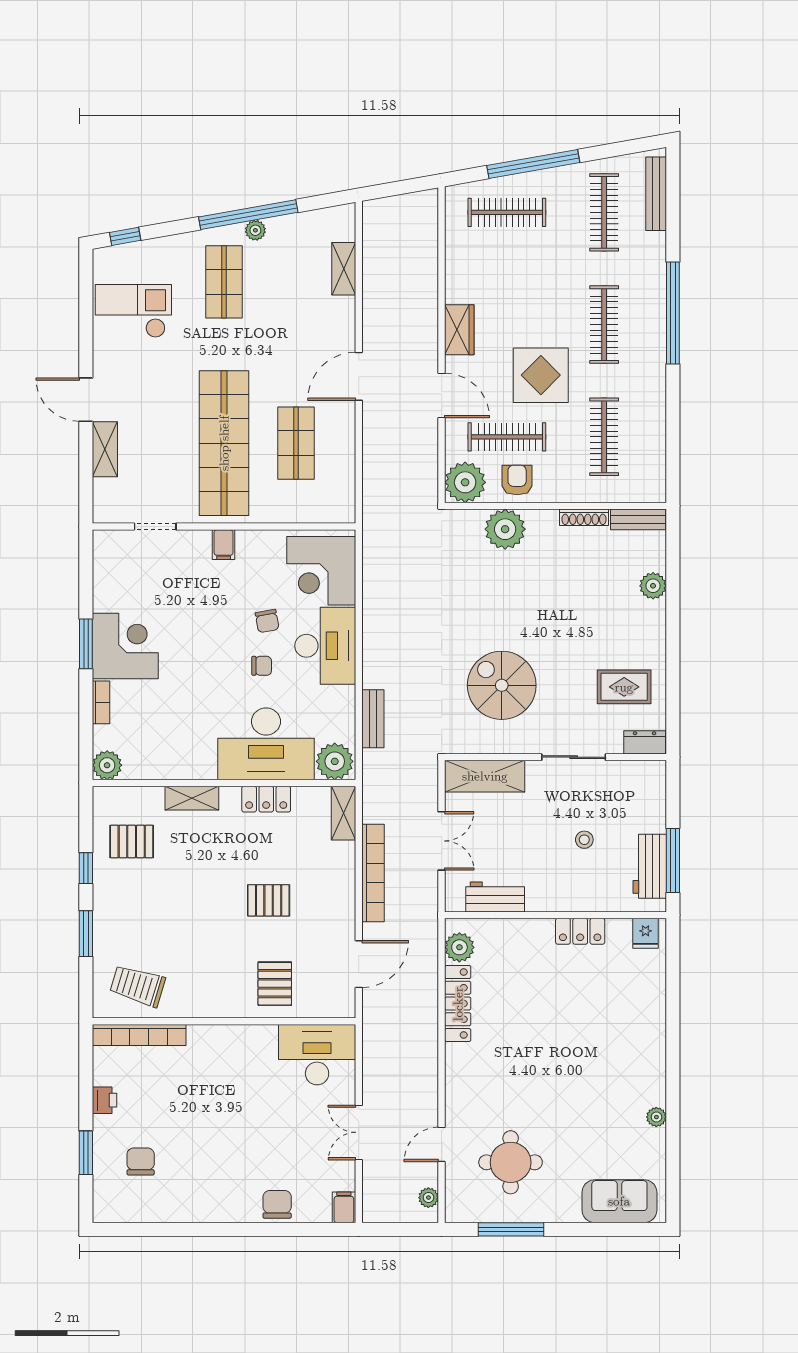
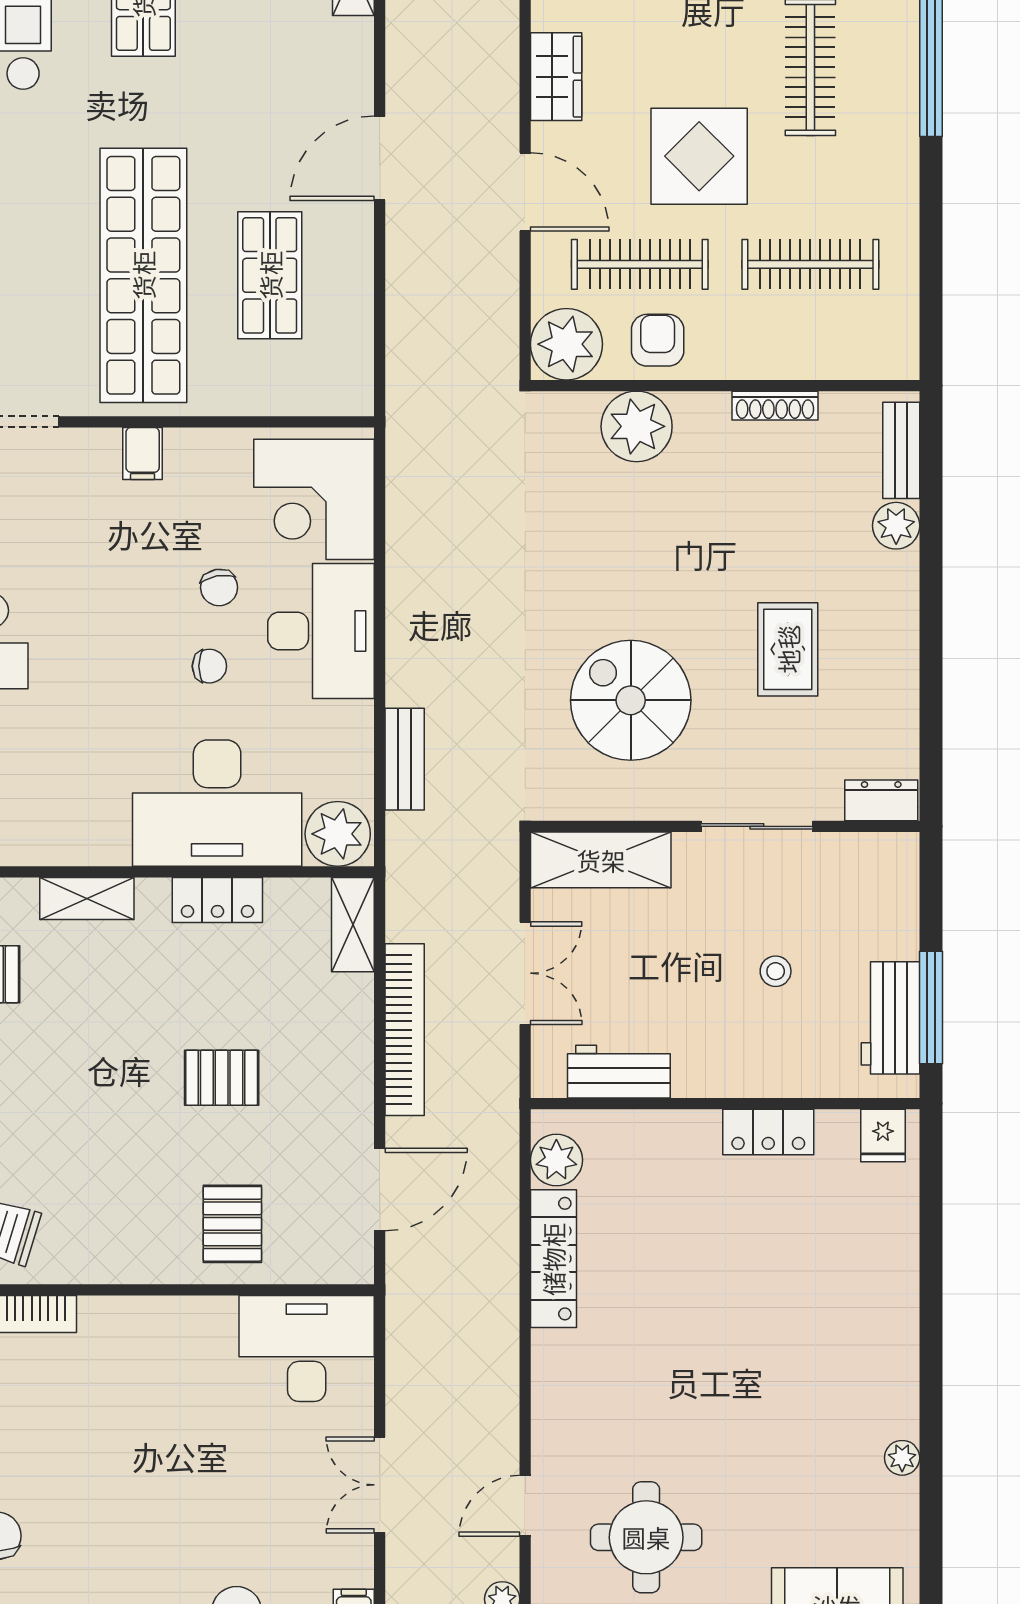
clothes rail: (604, 437) -> (810, 264), turned 90
bench: (638, 519) -> (901, 450), moved, turned 90
rug: (624, 687) -> (788, 649), moved, turned 90

